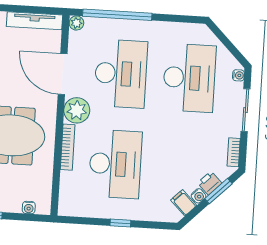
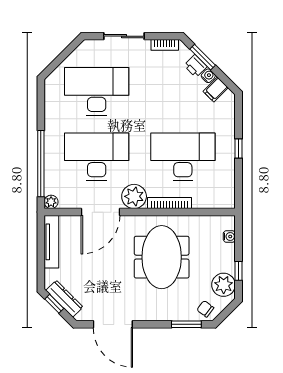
water cooler: (238, 75) -> (91, 45), removed

